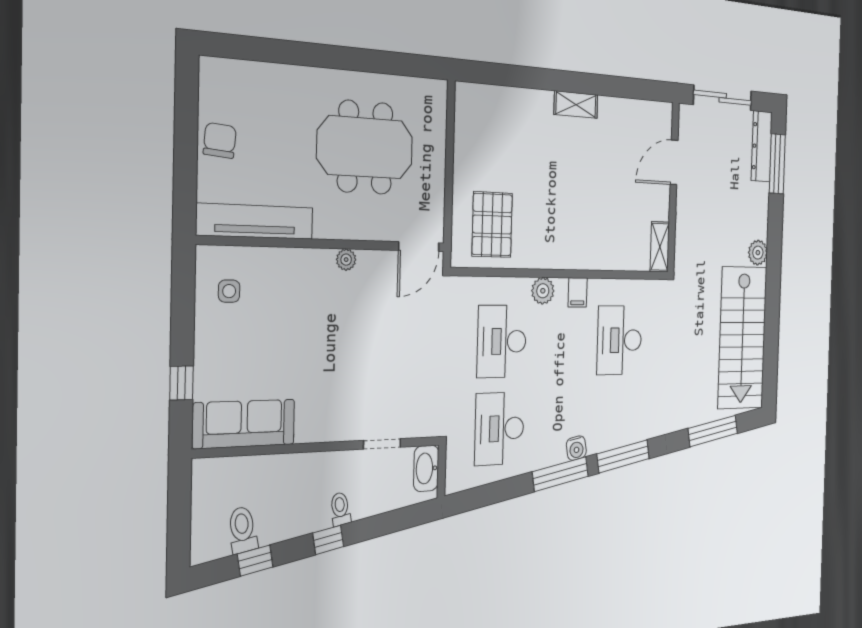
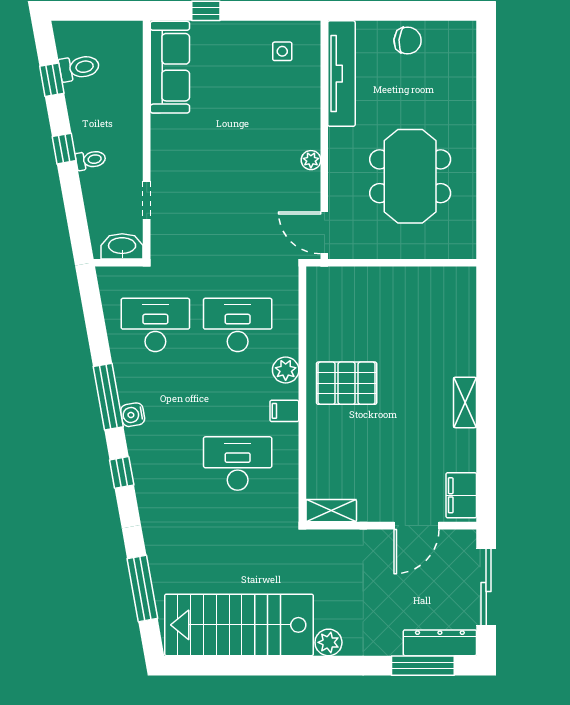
filing cabinet: (652, 116) -> (461, 495), added
door: (674, 162) -> (417, 526), swing flipped
pallet: (492, 225) -> (347, 383), moved
window: (623, 456) -> (122, 472), width x0.46

